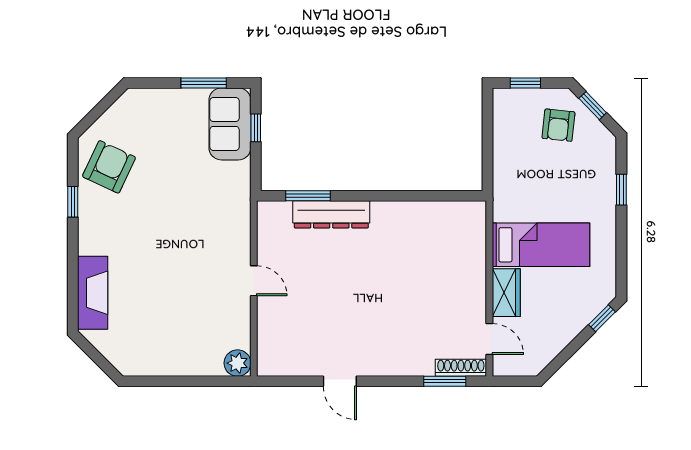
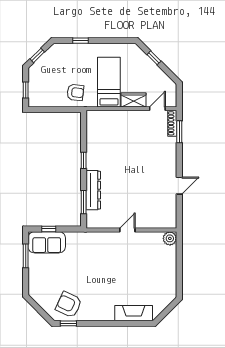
armchair: (558, 125) -> (75, 92), moved
window: (389, 196) -> (84, 160), added
window: (73, 202) -> (68, 323), moved
window: (602, 318) -> (154, 58), moved

